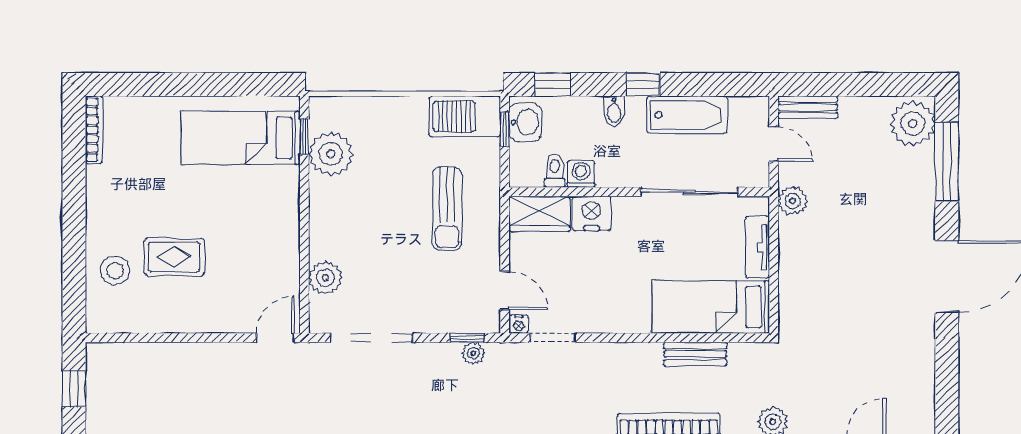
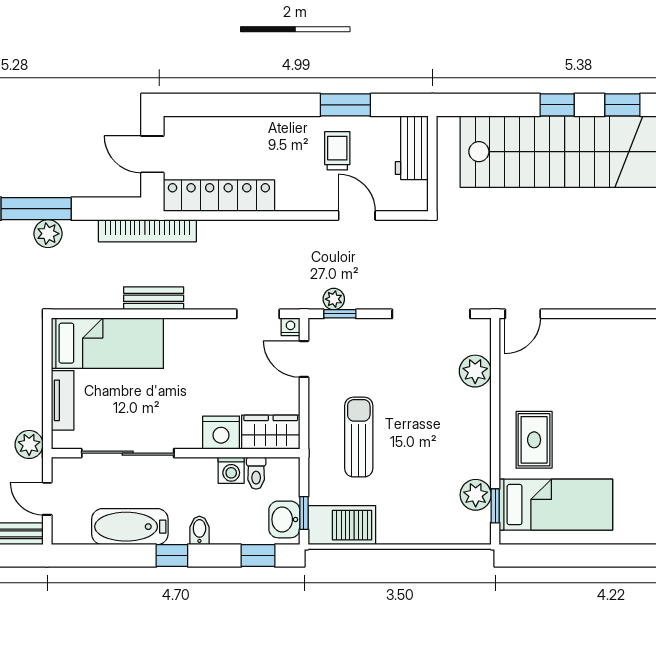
plant: (331, 154) -> (476, 495), width x0.73, depth x0.73
rug: (174, 257) -> (534, 440), moved, turned 90
bench: (695, 354) -> (154, 298), moved

